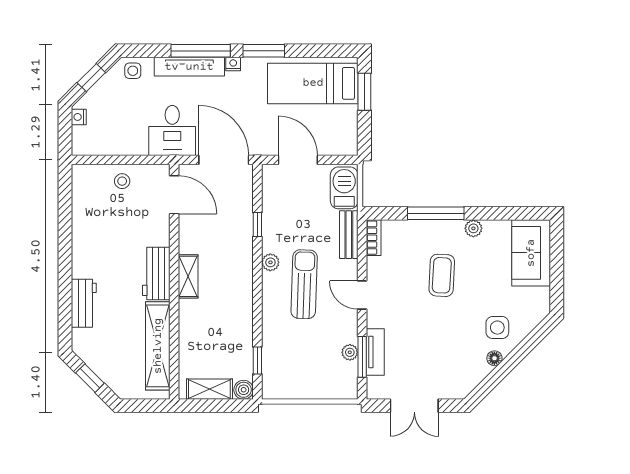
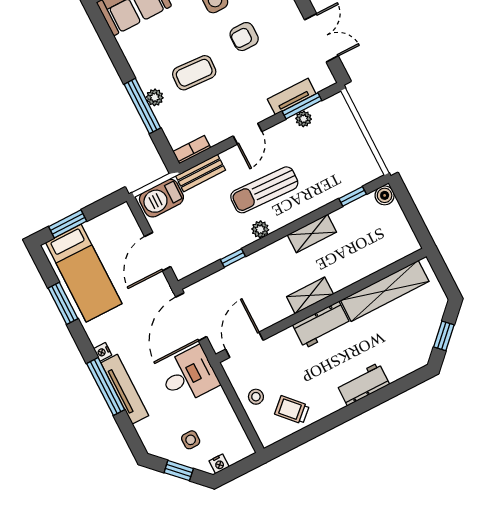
window: (264, 51) -> (63, 303), moved
side table: (133, 71) -> (191, 440), moved
trolley: (94, 207) -> (292, 410), added
plant: (473, 228) -> (155, 97), moved
workbench: (84, 303) -> (363, 384), moved
armchair: (451, 337) -> (244, 37), added
shelving: (209, 389) -> (312, 233), moved, turned 90

